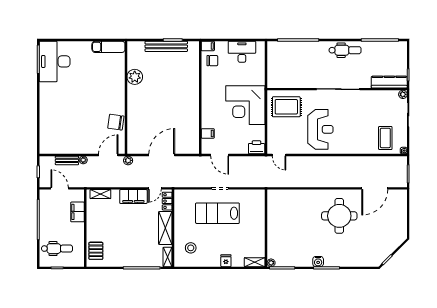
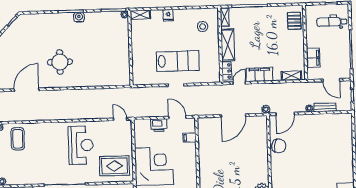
reception desk: (320, 129) -> (81, 145), turned 180
printer: (257, 147) -> (159, 125), moved
round table: (339, 216) -> (60, 62), width x0.73, depth x0.73

